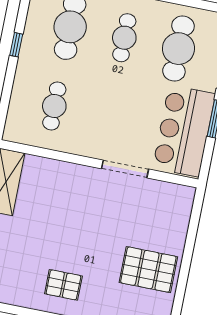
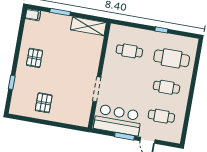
cafe table: (178, 49) -> (161, 116), width x0.73, depth x0.74
pallet: (148, 270) -> (44, 103), width x0.67, depth x0.71

